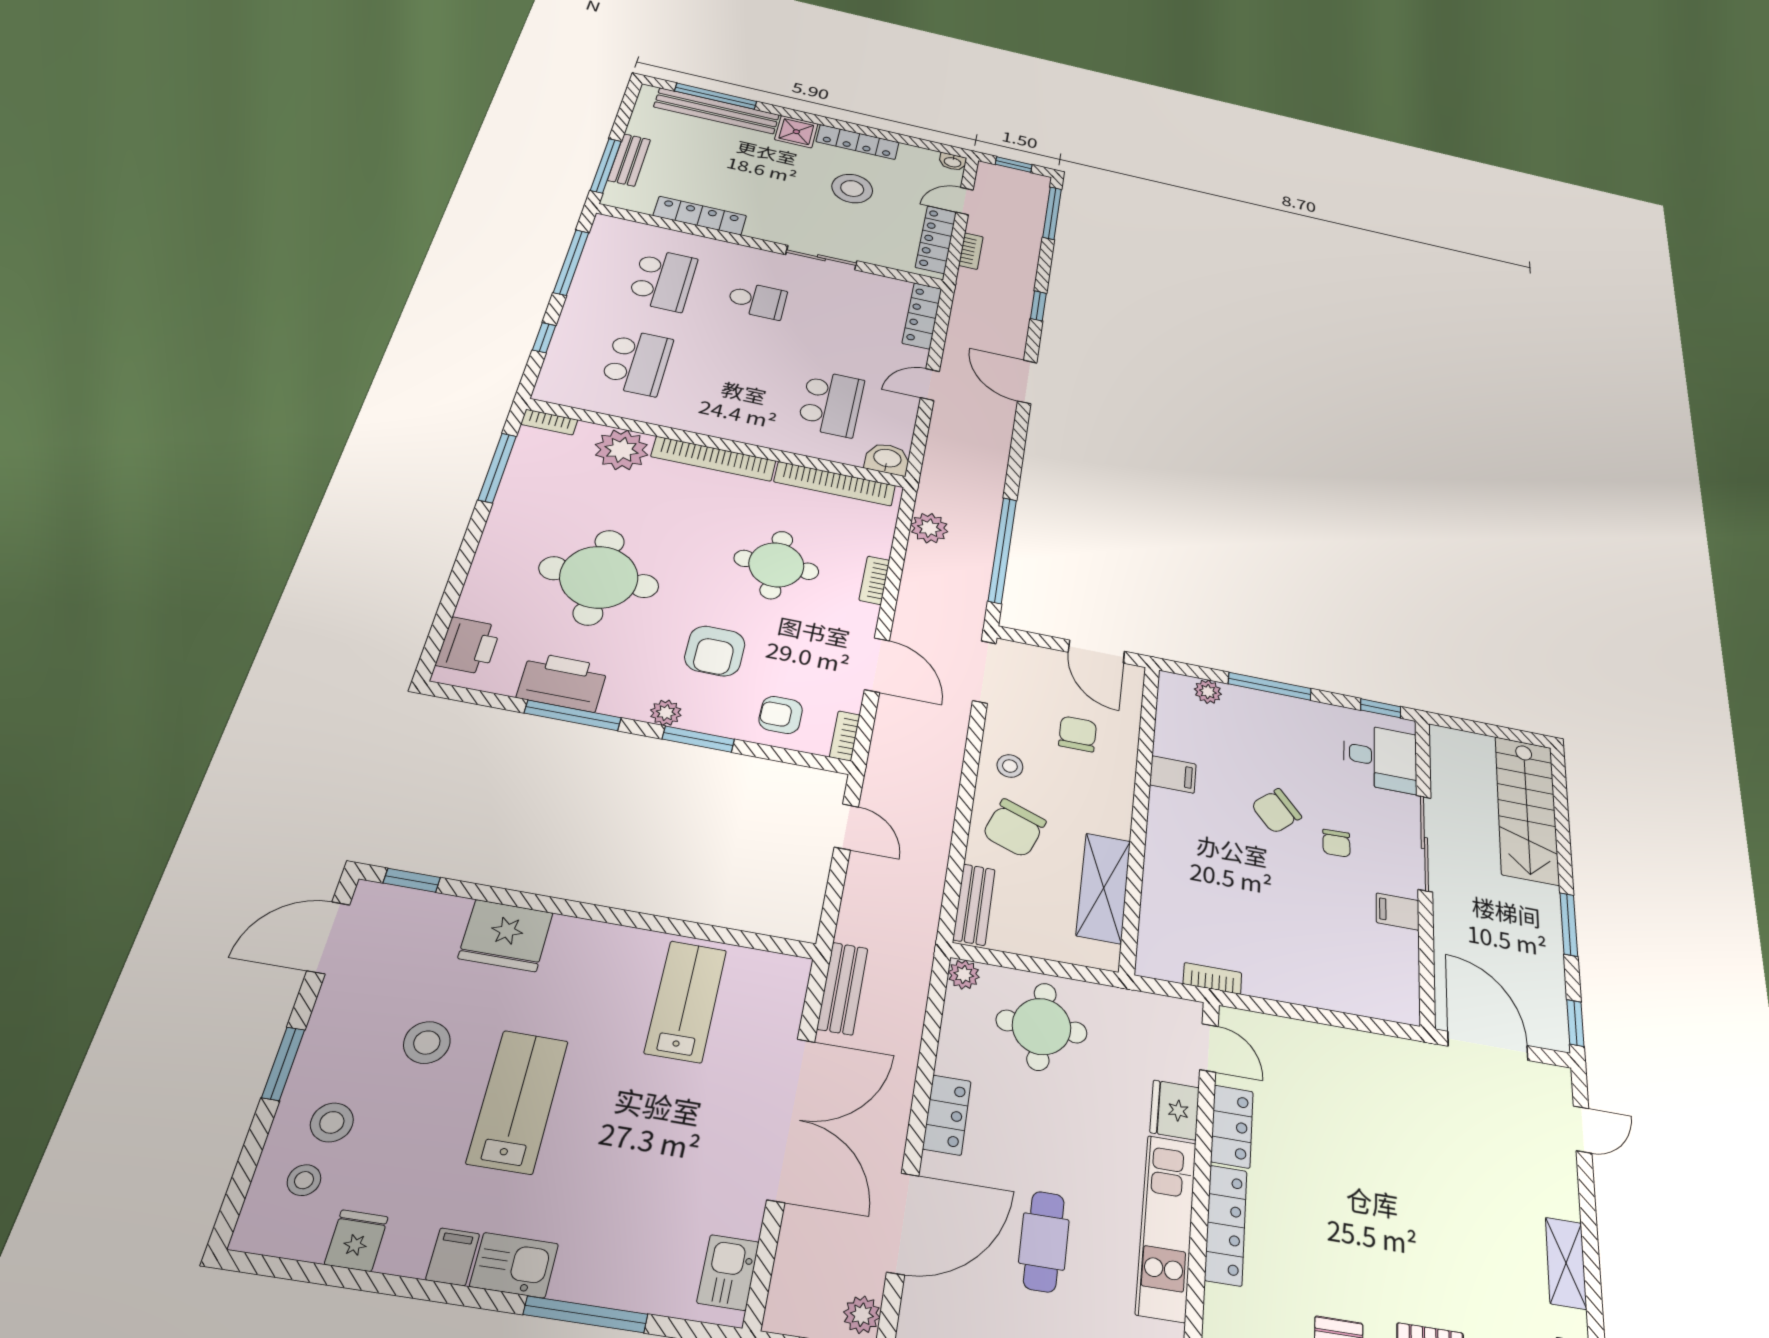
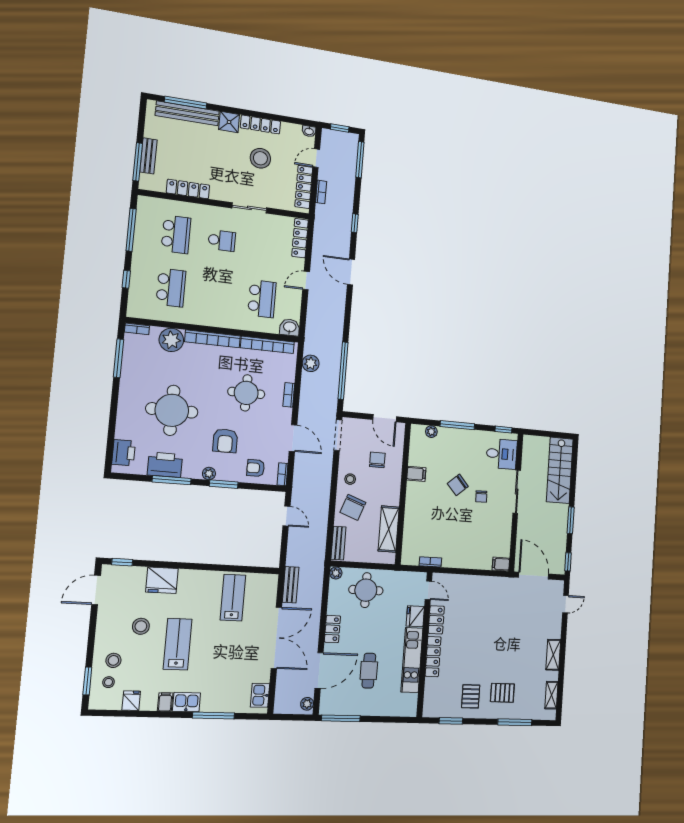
filing cabinet: (1398, 912) -> (501, 564), moved
window: (283, 1064) -> (87, 681), moved

